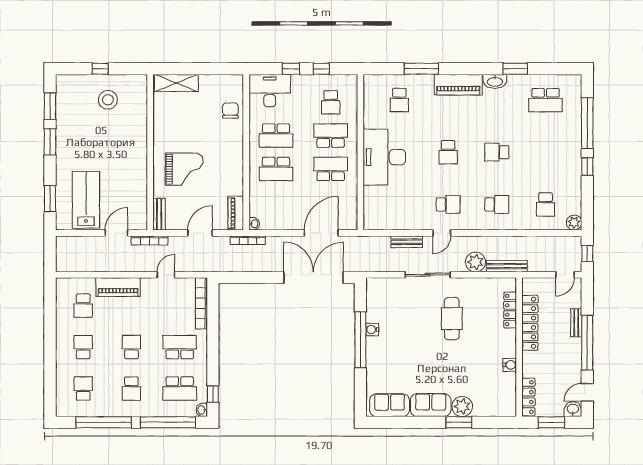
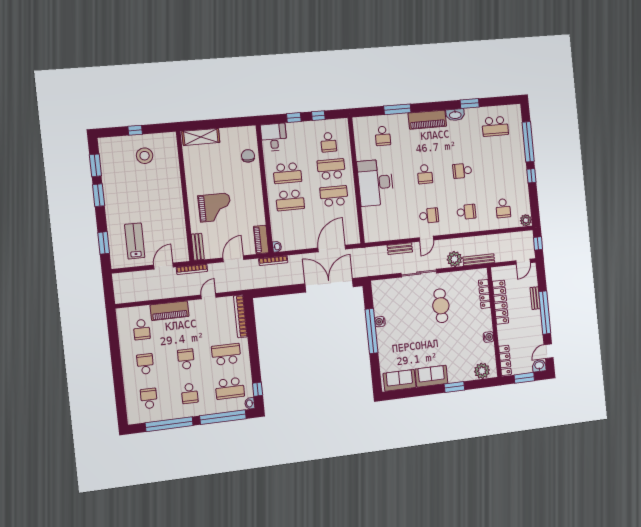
desk: (270, 91) -> (274, 137), width x0.73
lab bench: (86, 200) -> (135, 241), width x0.73, depth x0.72
plant: (462, 406) -> (482, 371), moved

